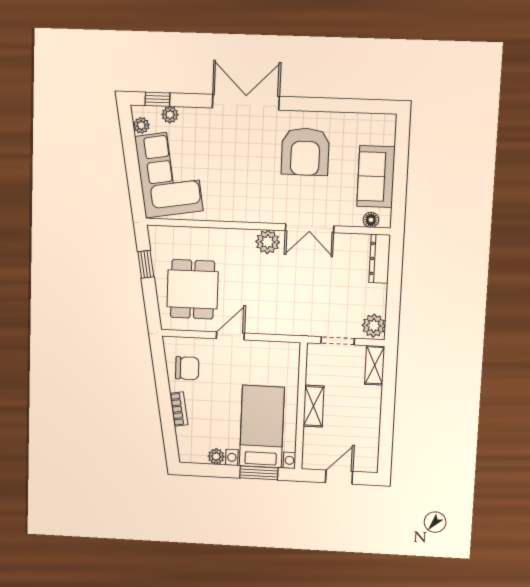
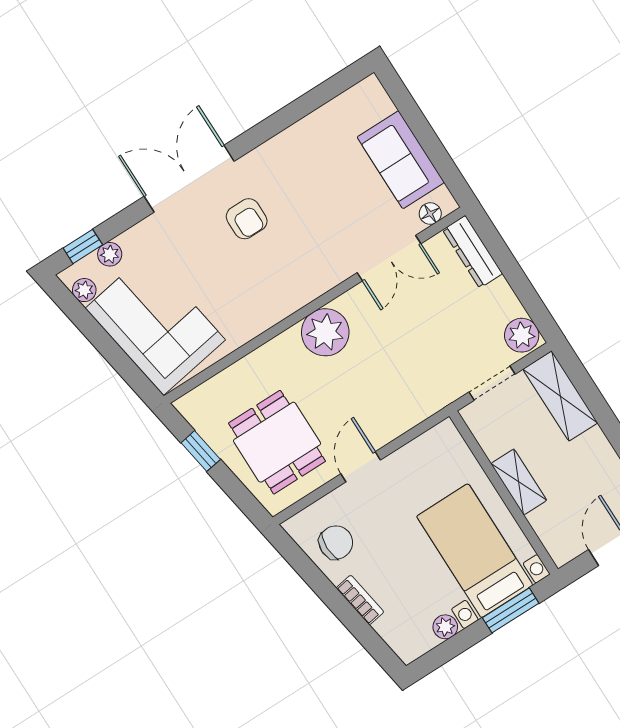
armchair: (305, 152) -> (247, 219), moved, width x0.53, depth x0.53
double door: (310, 228) -> (389, 258), moved
plant: (268, 242) -> (325, 332), width x1.36, depth x1.36
shelving: (375, 365) -> (560, 396), width x1.50, depth x1.33

